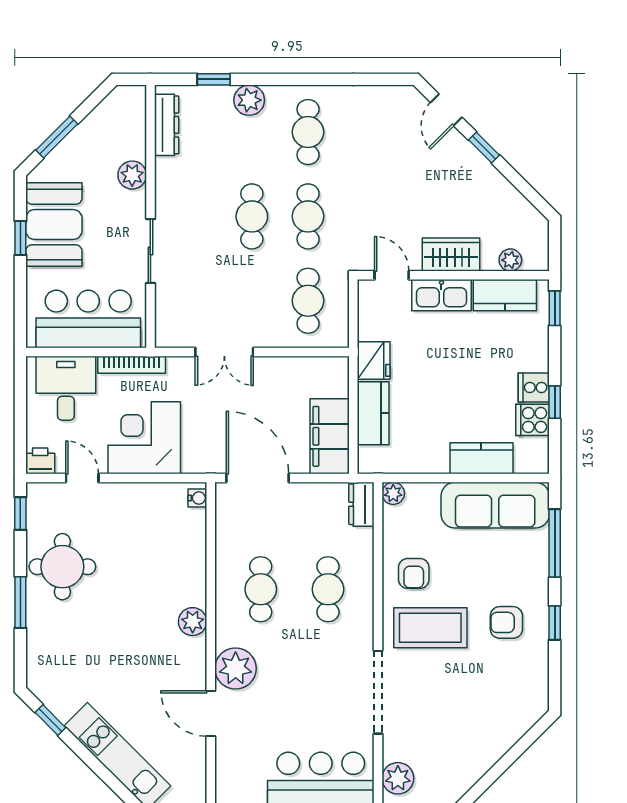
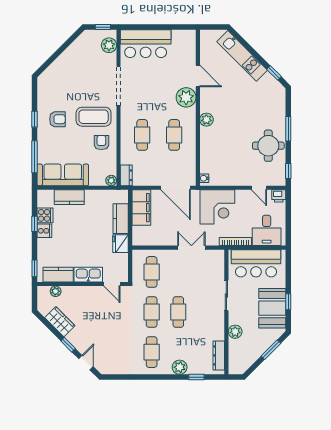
wardrobe: (451, 255) -> (60, 322), moved, turned -135
corner desk: (144, 438) -> (217, 207), moved

